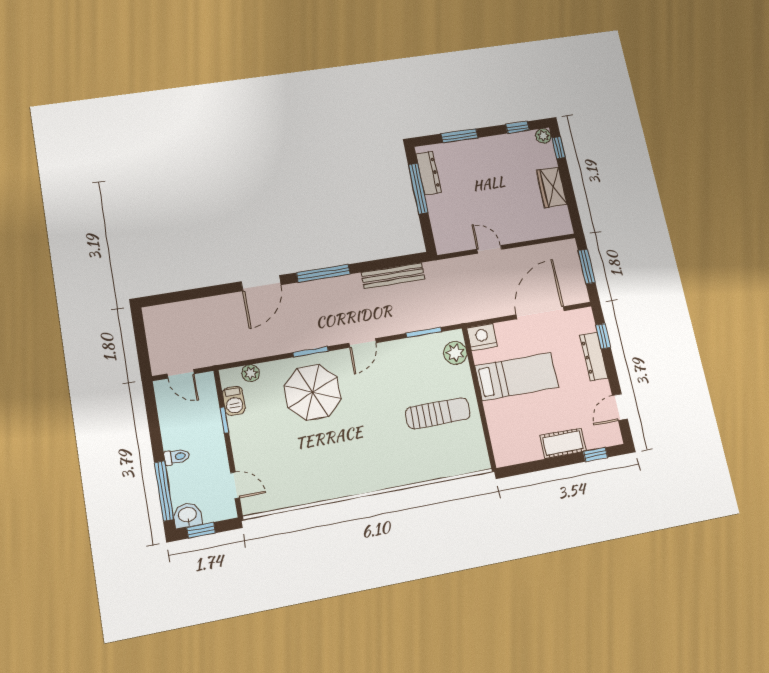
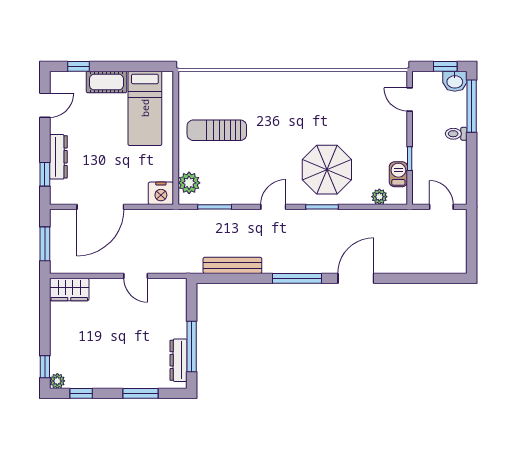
wardrobe: (552, 187) -> (69, 290), moved, turned 90
bed: (517, 377) -> (145, 108), moved, turned -90

